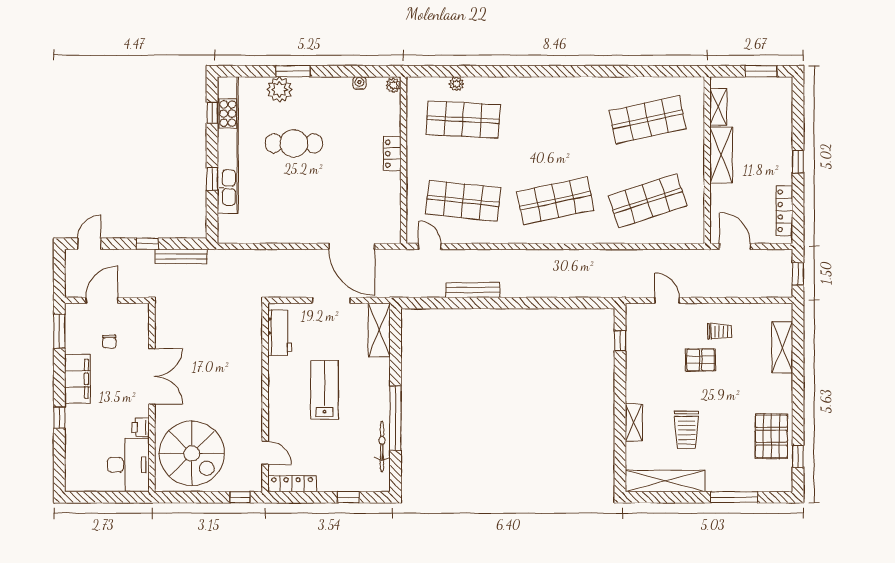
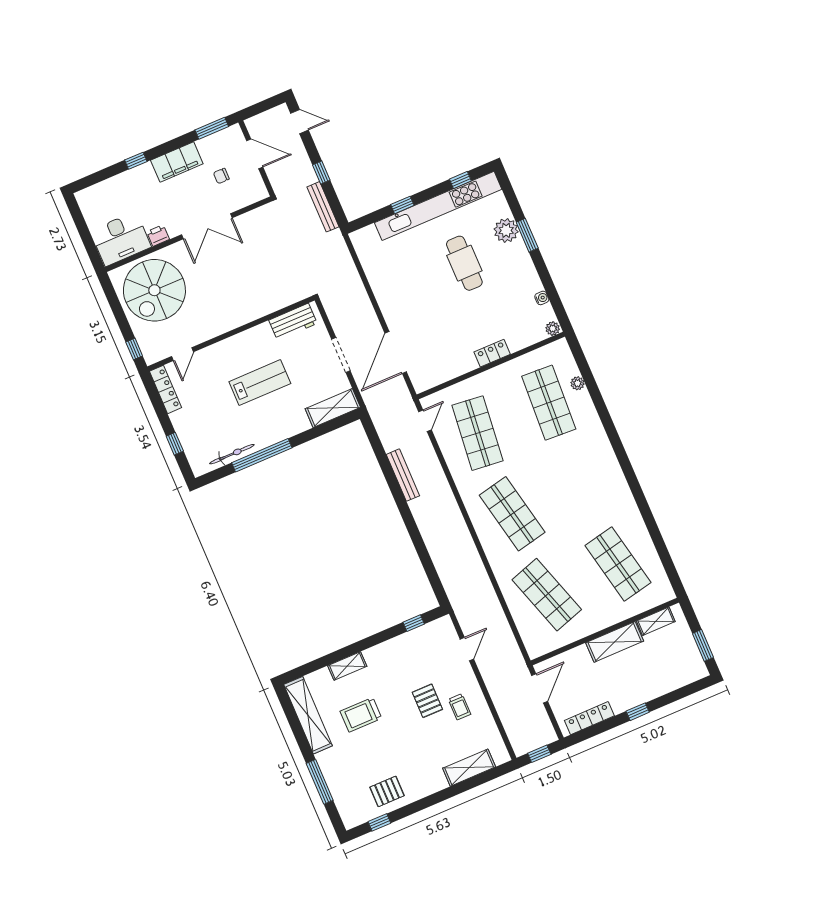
pallet: (771, 436) -> (387, 791), width x0.67, depth x0.71

